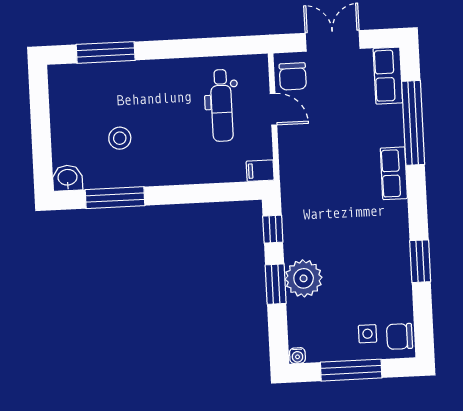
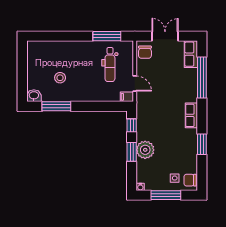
window: (106, 52) -> (107, 36), moved
door: (273, 109) -> (135, 84), moved
row of seats: (394, 173) -> (191, 115), moved

